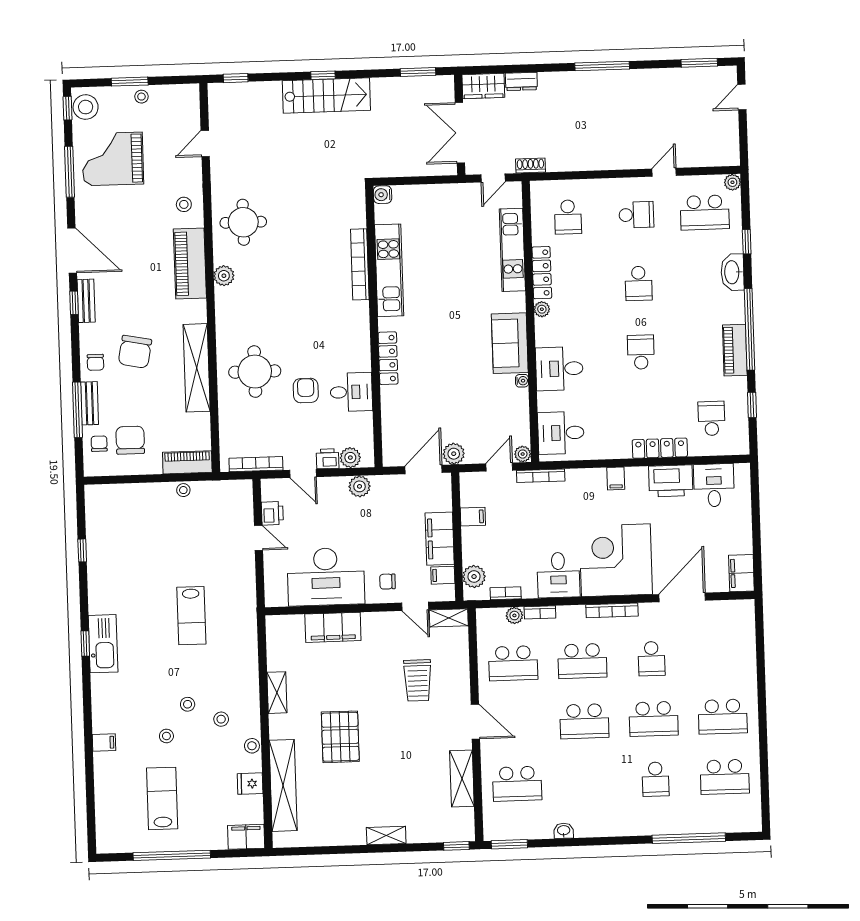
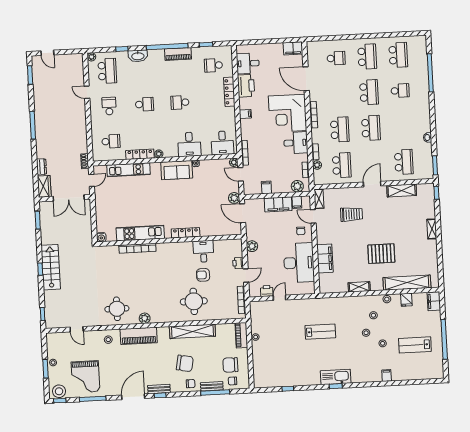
door: (493, 178) -> (92, 180), hinge flipped
plant: (350, 458) -> (237, 251), removed
door: (415, 606) -> (313, 216), swing flipped
school desk: (652, 659) -> (336, 58), moved

